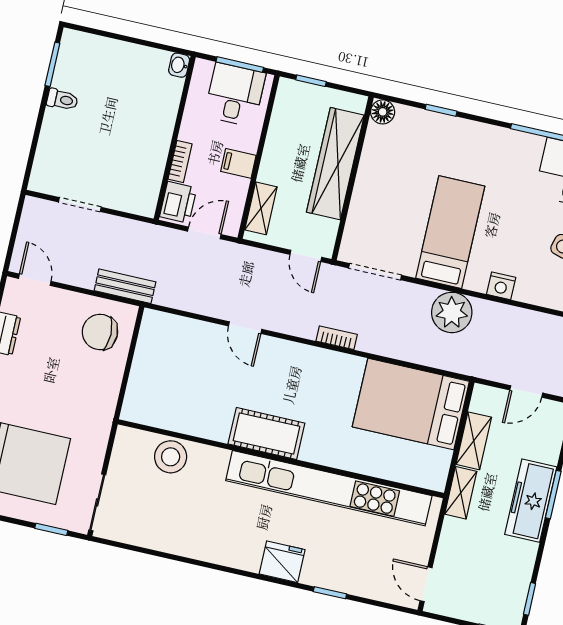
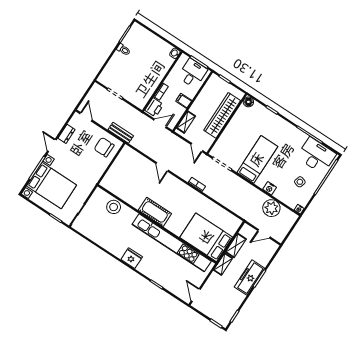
plant: (452, 312) -> (271, 208), moved
bed: (411, 404) -> (206, 237), moved
fridge: (282, 562) -> (132, 258), moved

